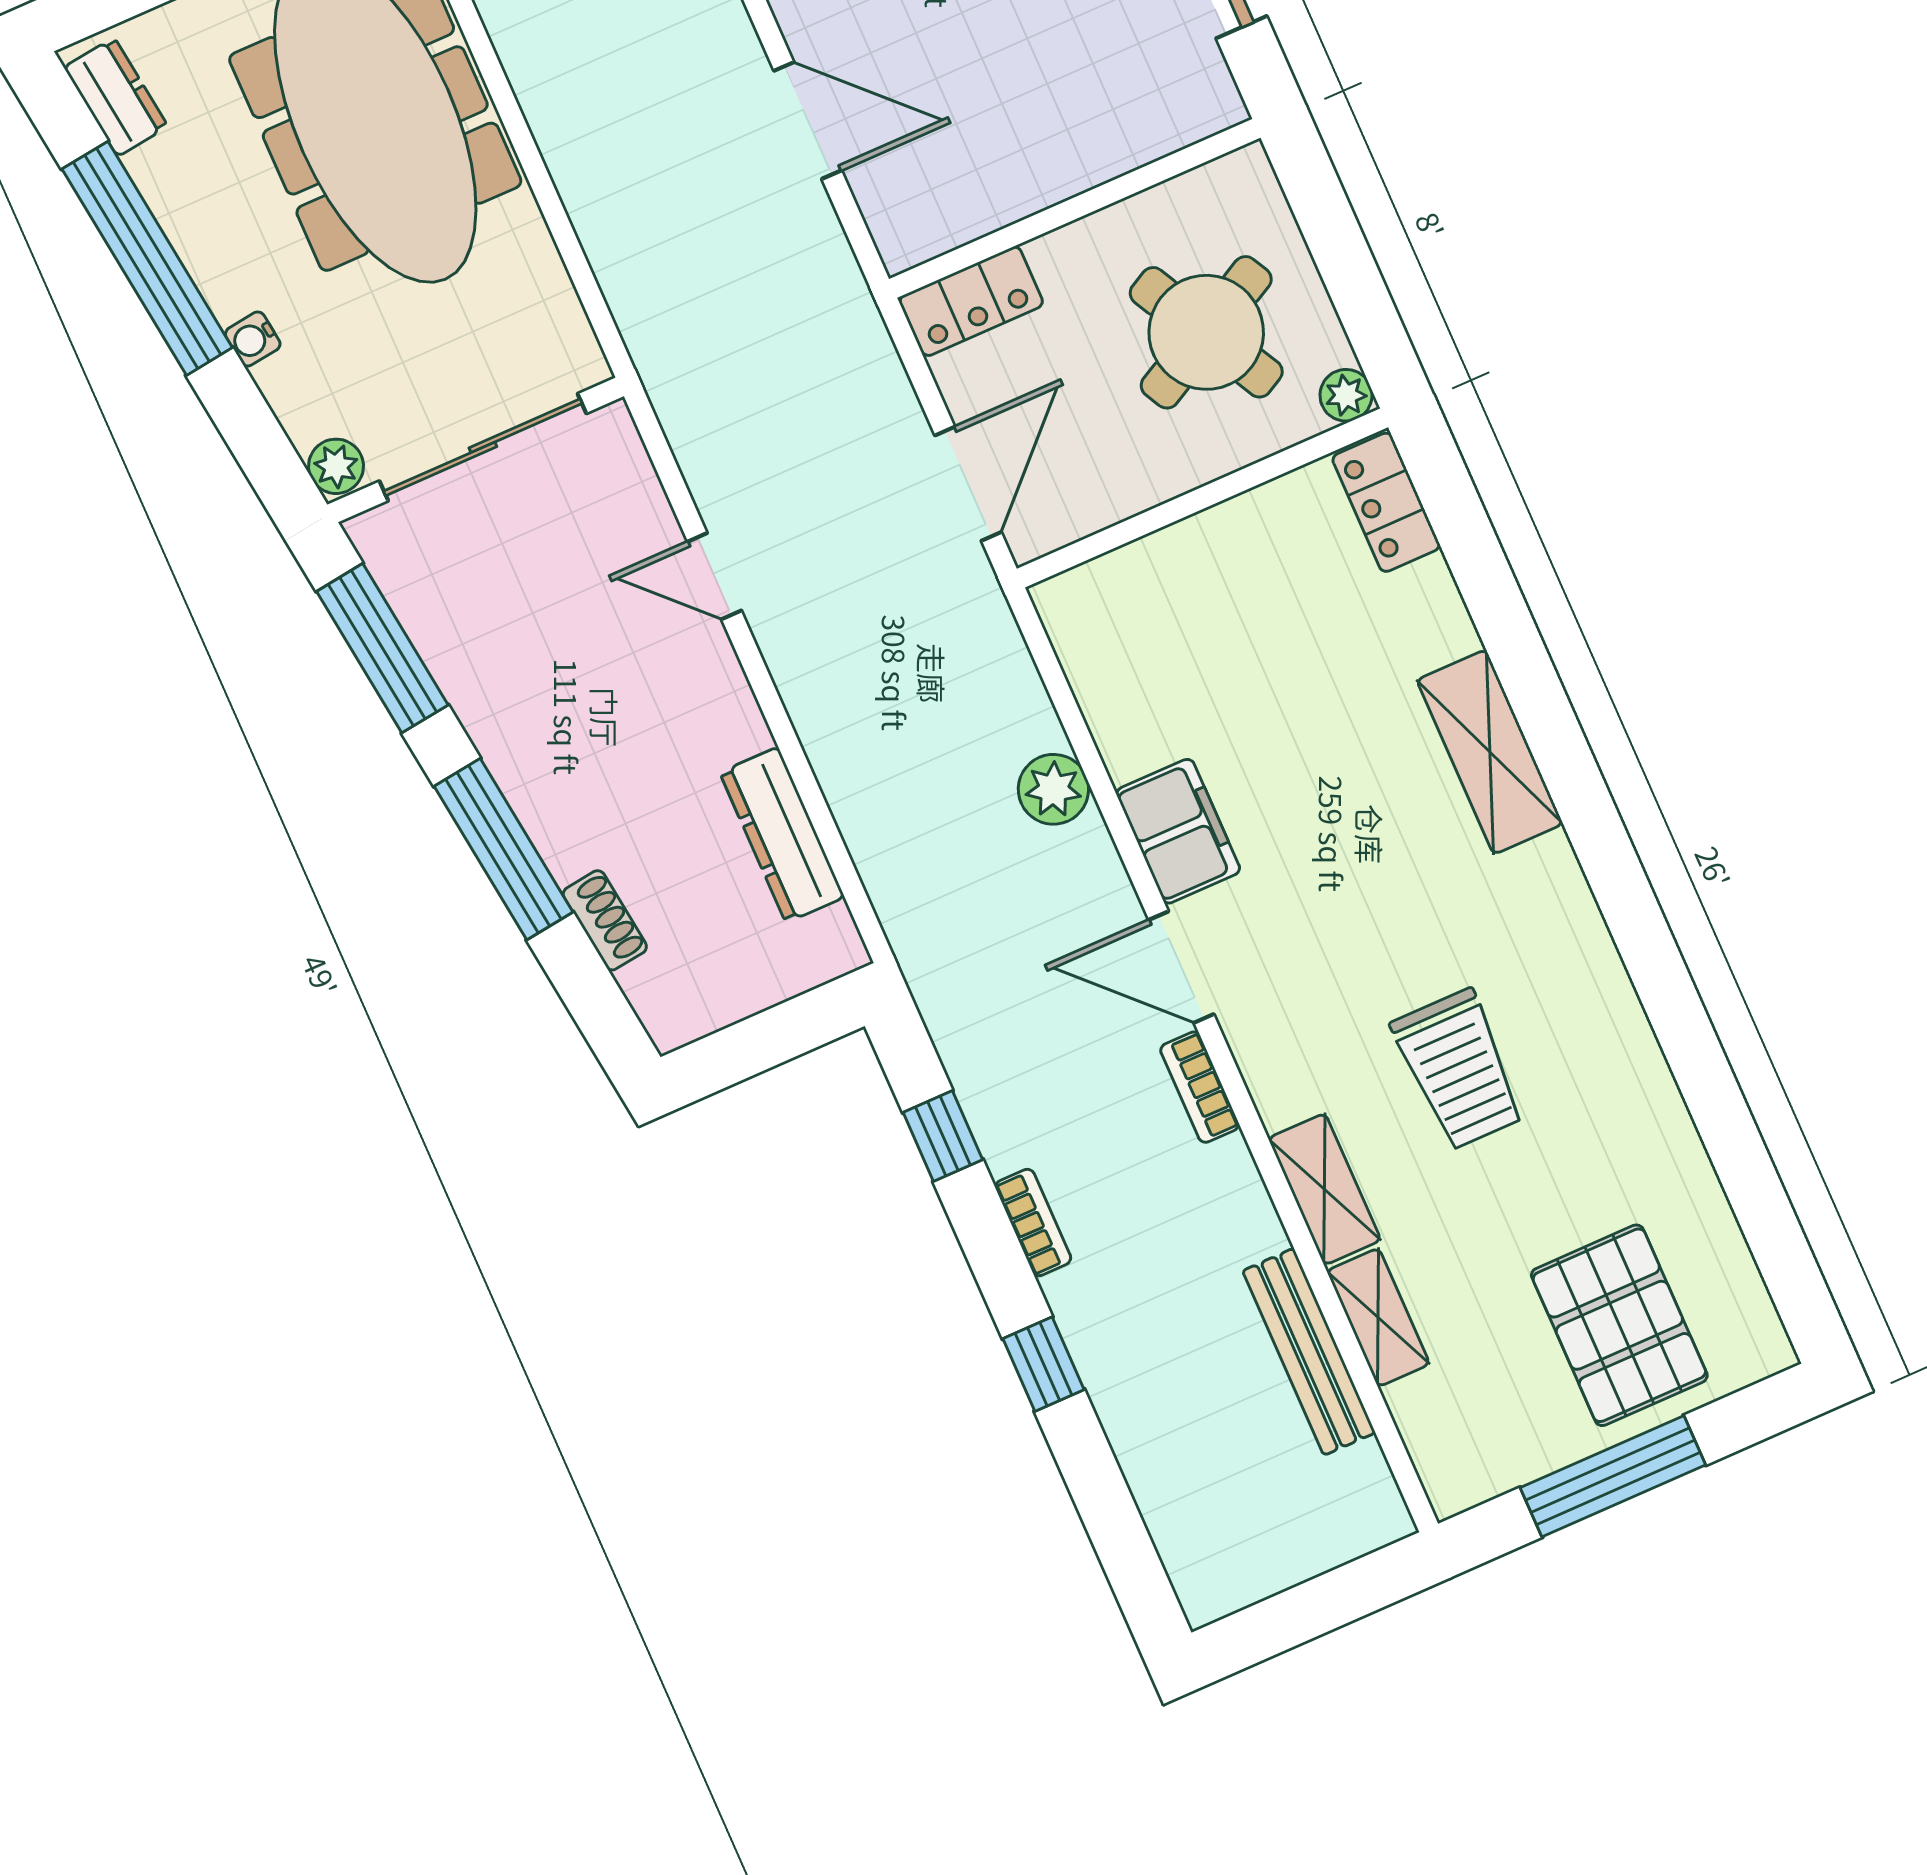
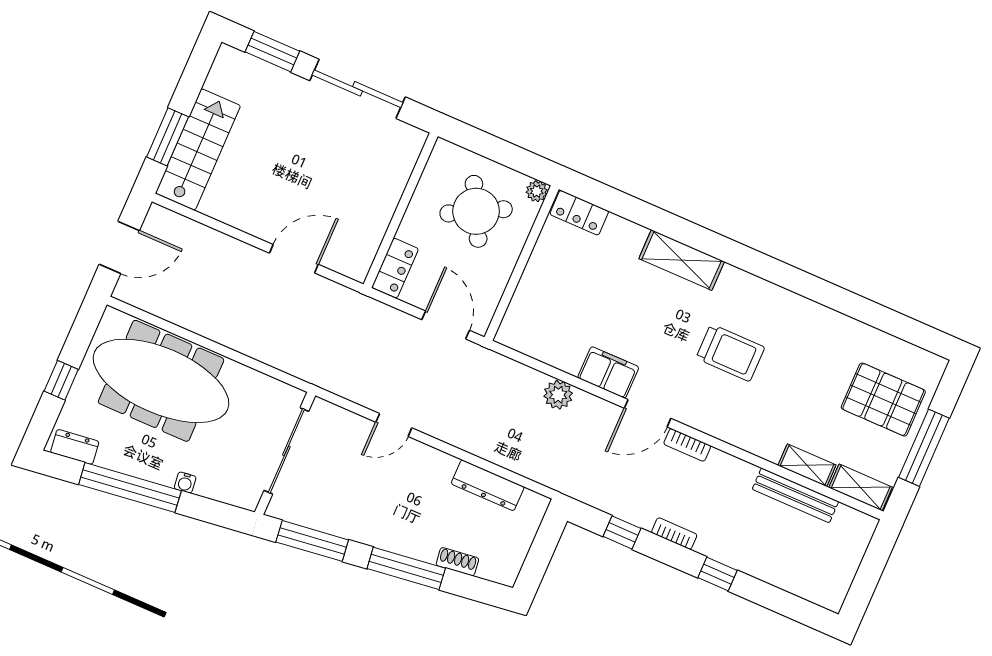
plant: (336, 466) -> (247, 498), removed
trolley: (1459, 1070) -> (730, 353), moved
shelving: (1325, 1189) -> (861, 487), moved

